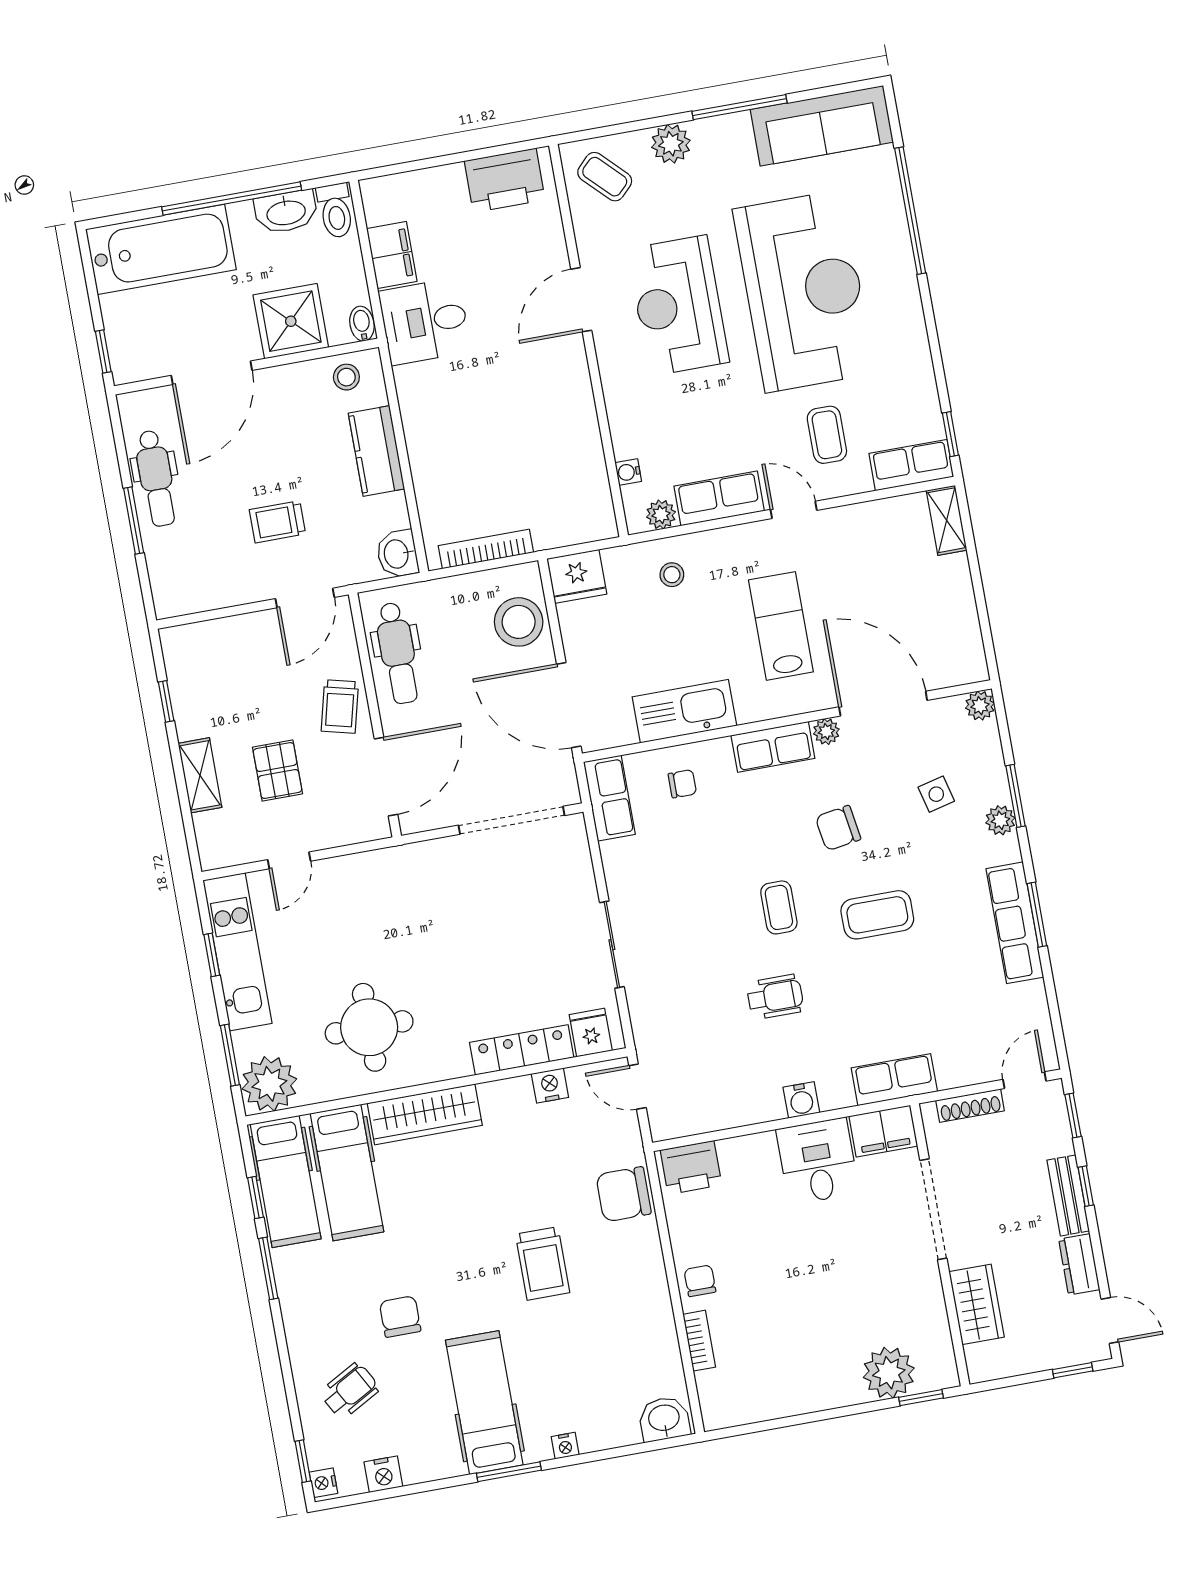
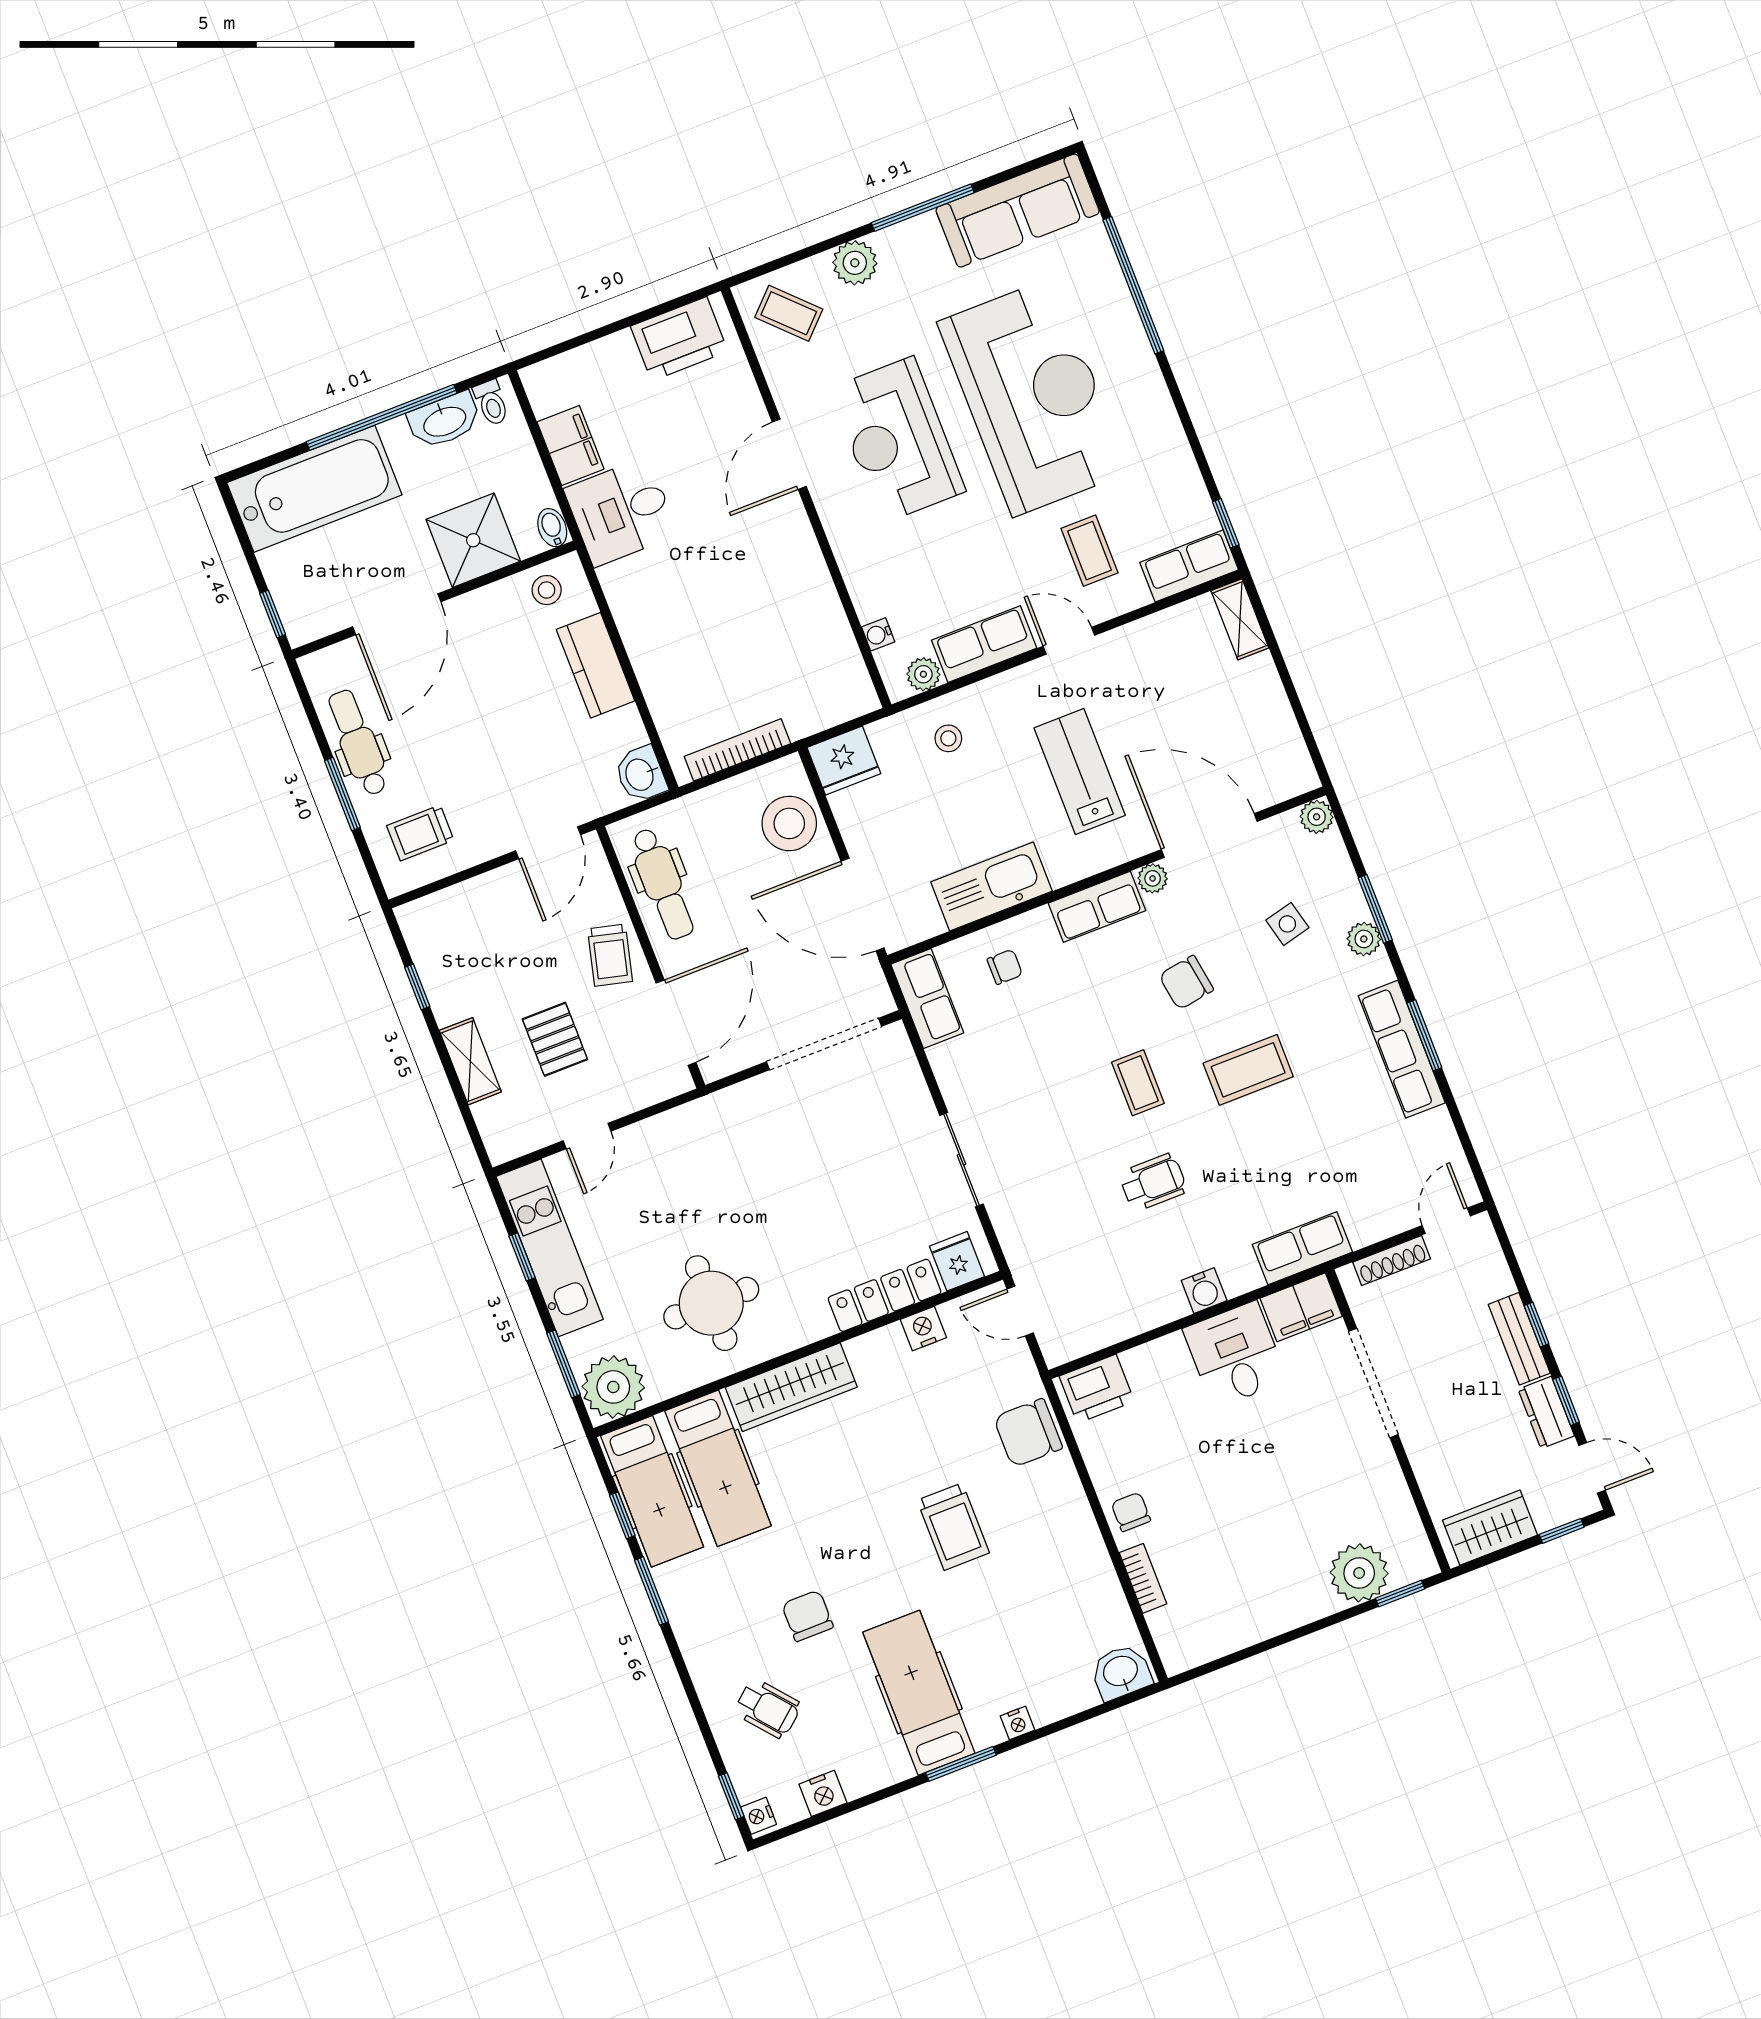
toilet: (336, 211) -> (491, 403), width x0.73, depth x0.72
dental chair: (156, 478) -> (358, 743), turned 180
trolley: (277, 522) -> (420, 833), moved
window: (1073, 1115) -> (1566, 1401), moved
wardrobe: (977, 1304) -> (1490, 1528), moved, turned -90
wheelchair: (350, 1391) -> (768, 1708), turned 79

